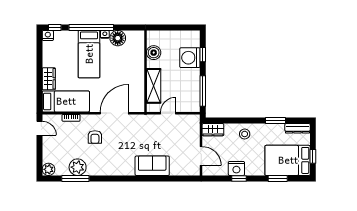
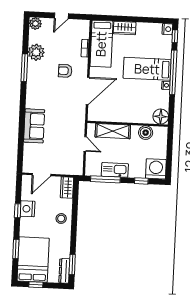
floor lamp: (118, 38) -> (161, 116), moved
washing machine: (190, 58) -> (156, 169), moved
kitchen sink: (193, 82) -> (115, 170), added
door: (114, 113) -> (88, 91), hinge flipped
window: (275, 121) -> (72, 265), moved
door: (39, 128) -> (61, 16), moved
window: (75, 178) -> (24, 68), moved

